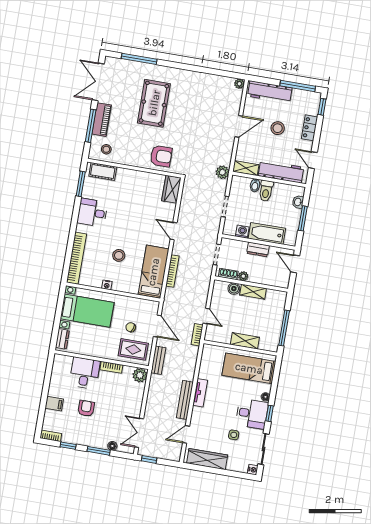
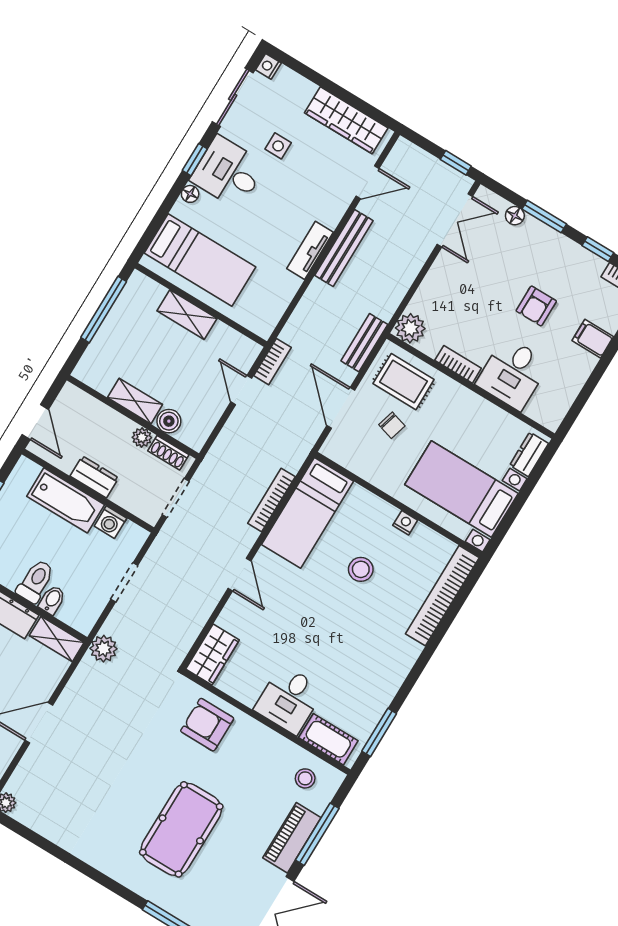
desk: (92, 213) -> (289, 699), moved, turned 90

